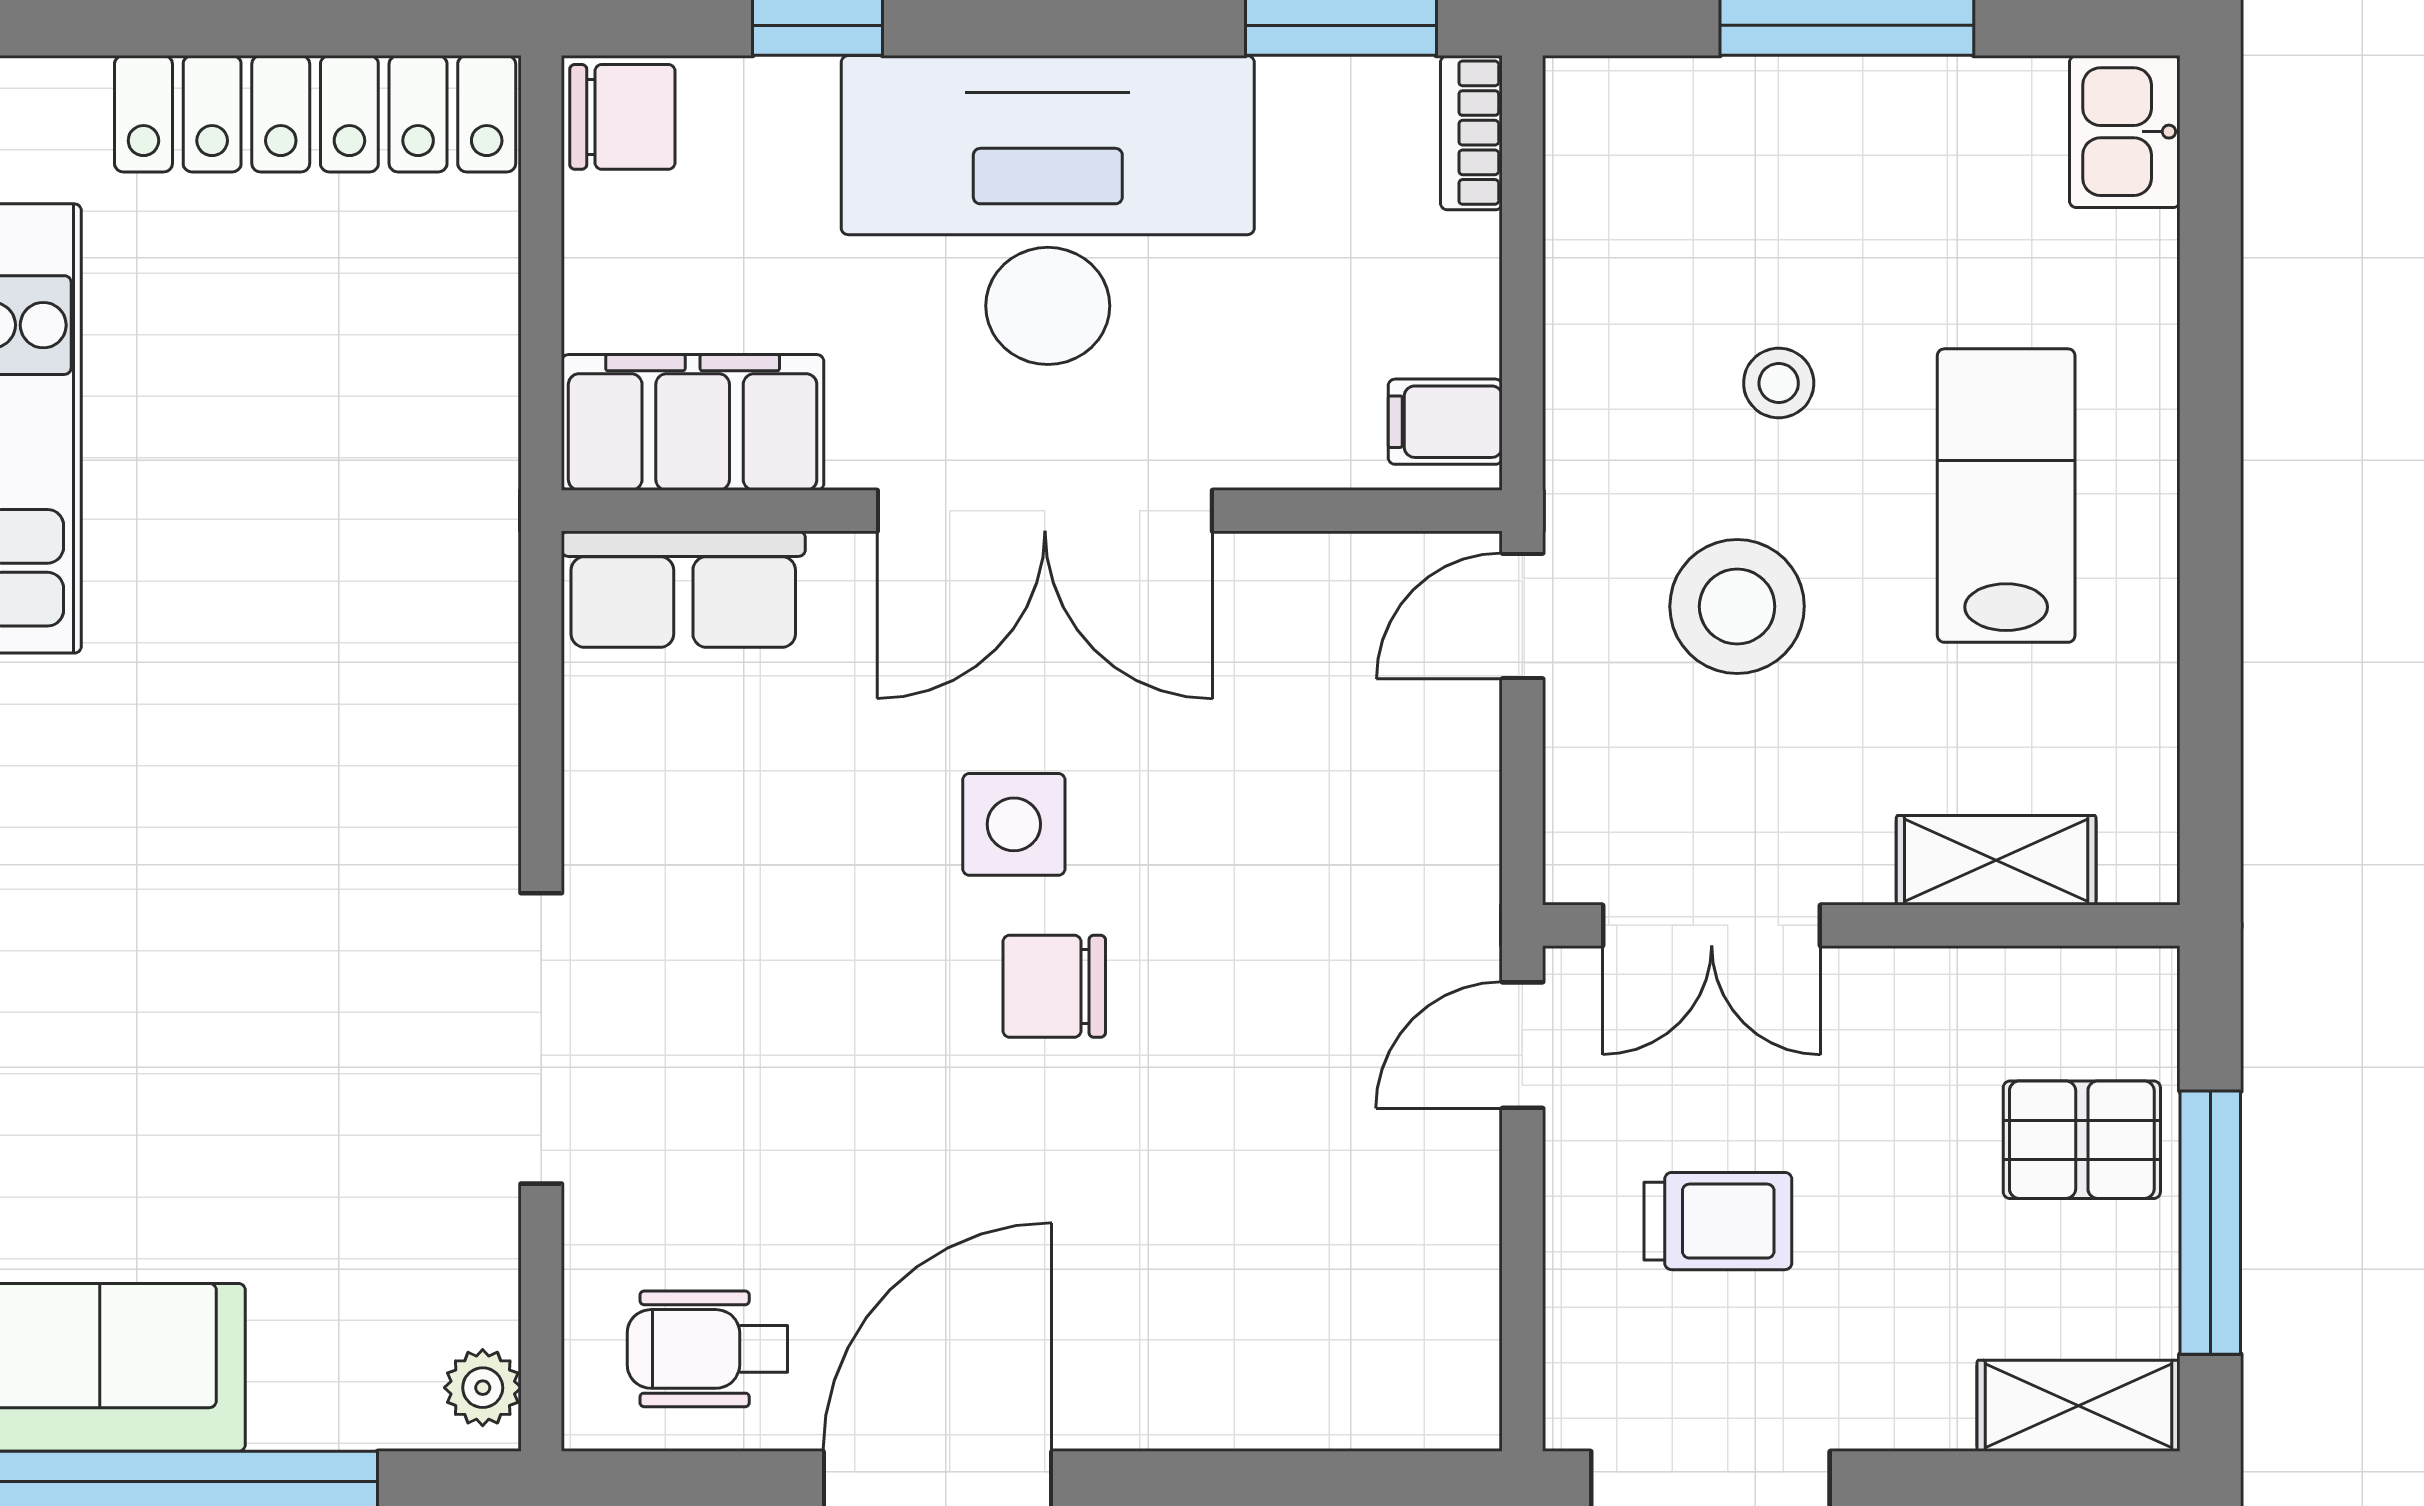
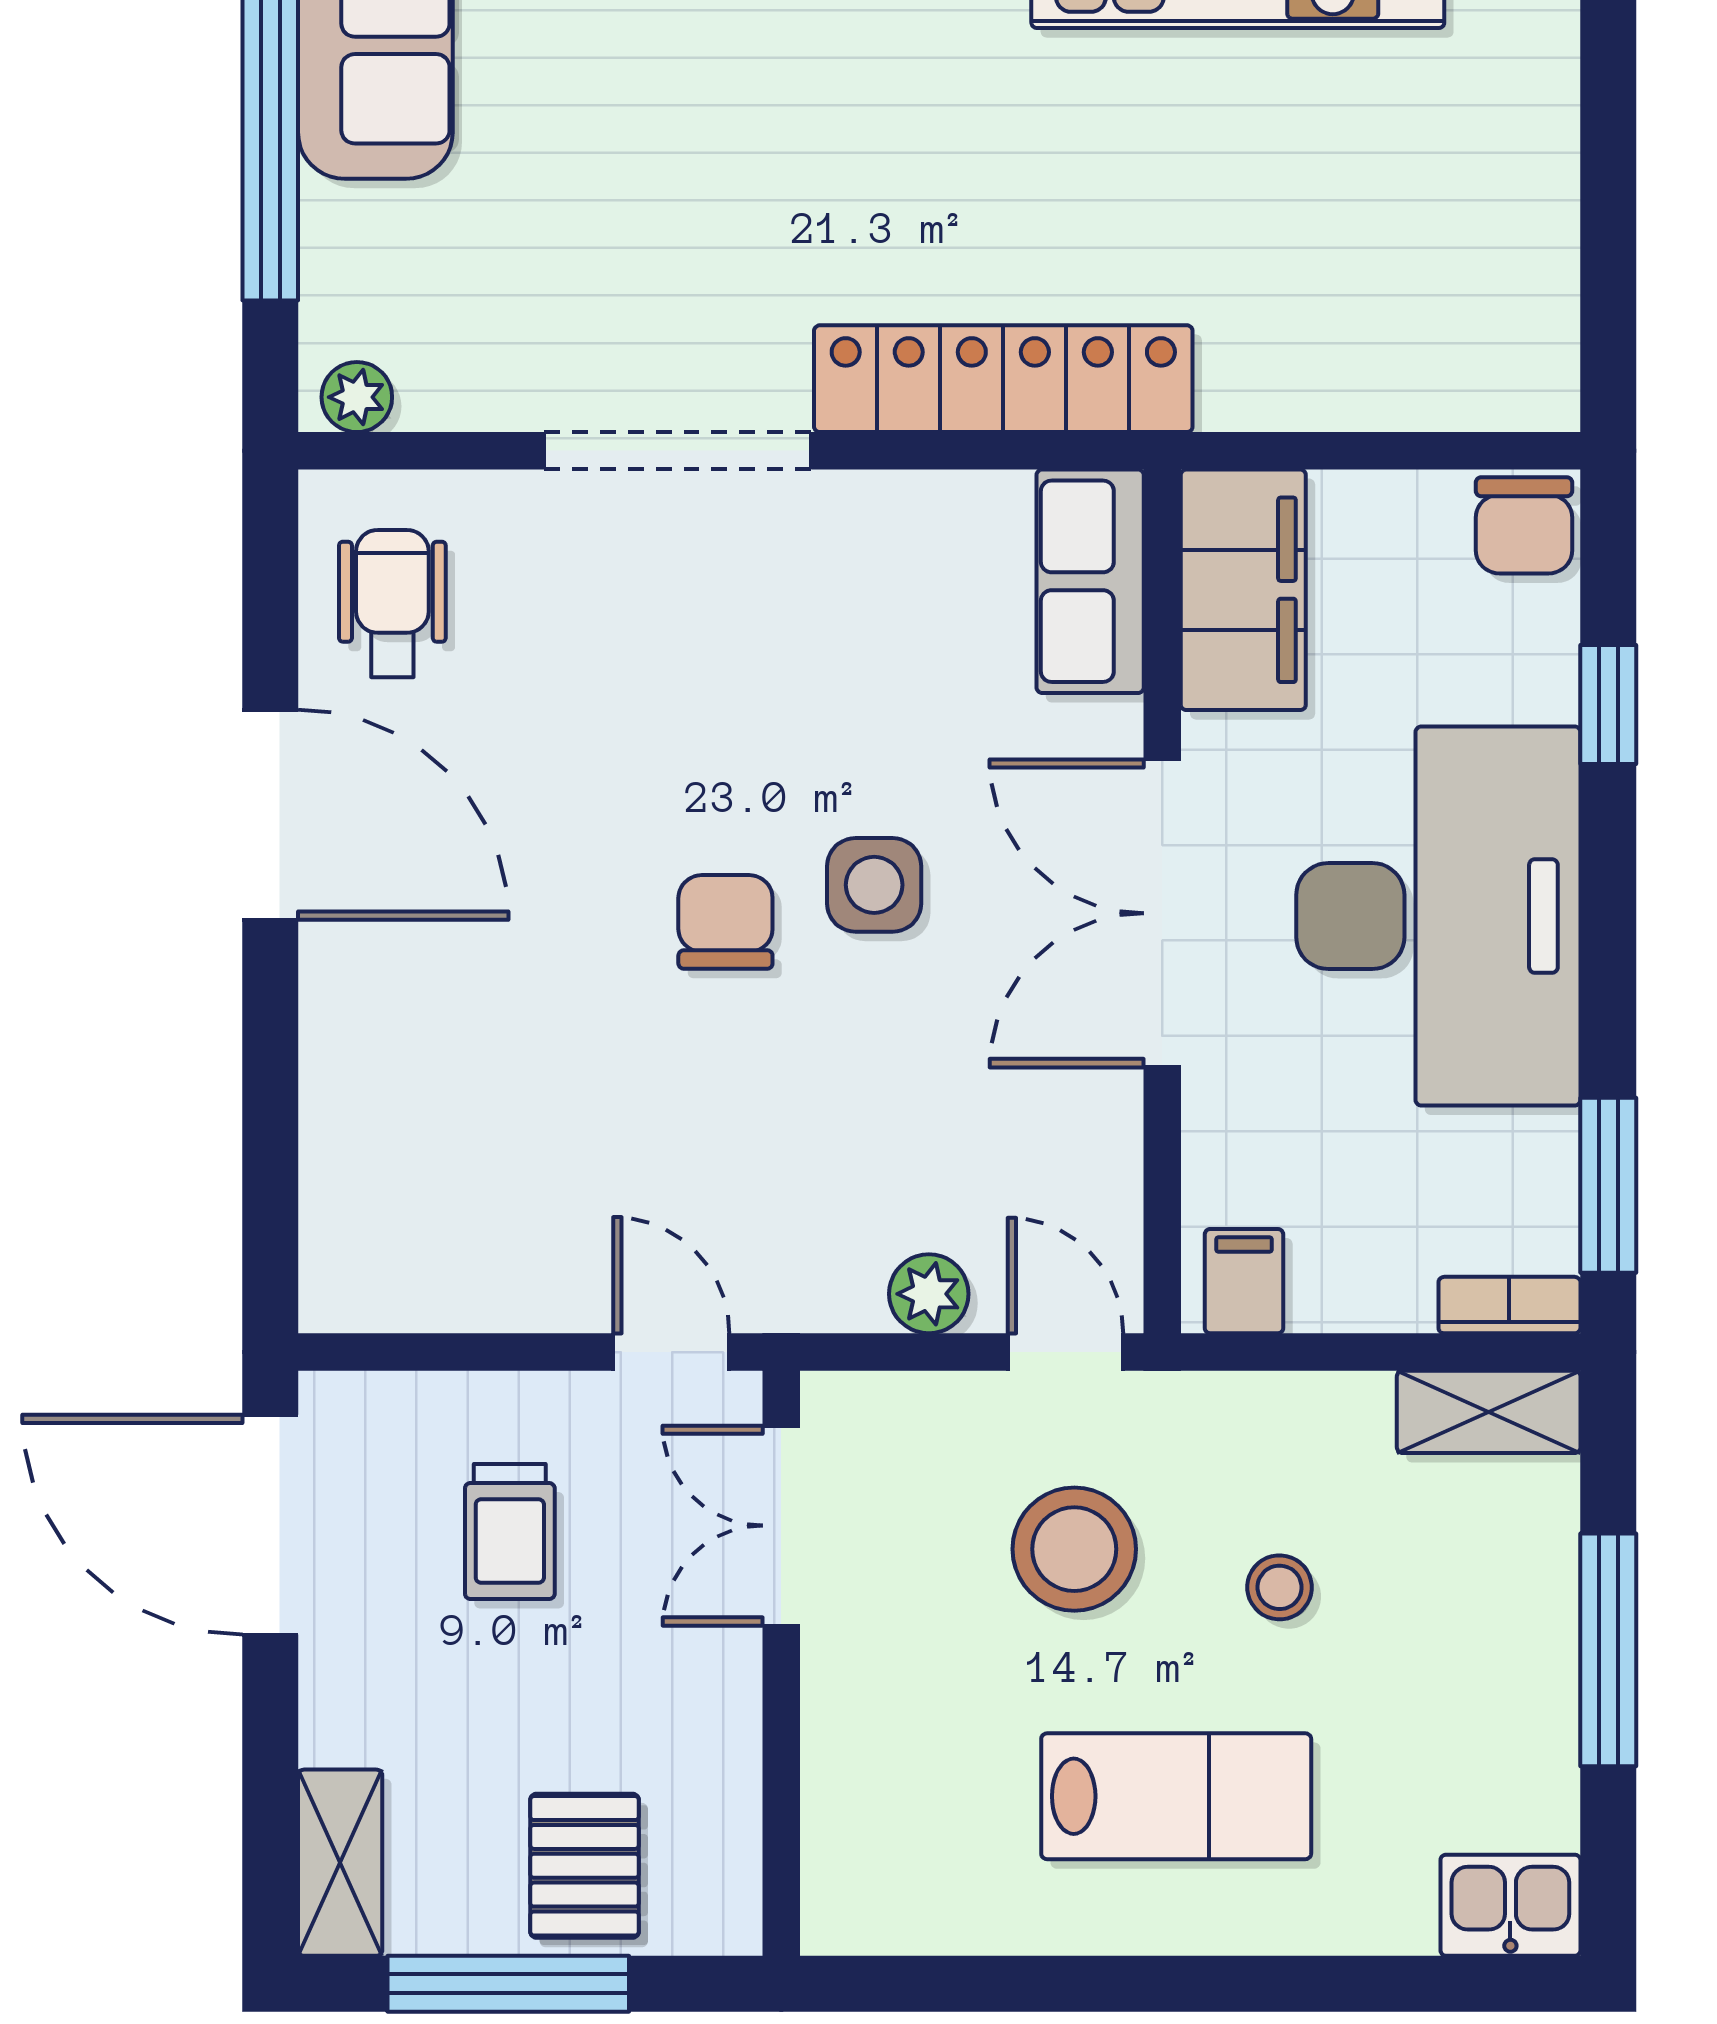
locker: (315, 114) -> (1003, 379), moved, turned 90
plant: (1459, 765) -> (929, 1294), added
shelving: (1996, 860) -> (1489, 1412), moved, turned 90

